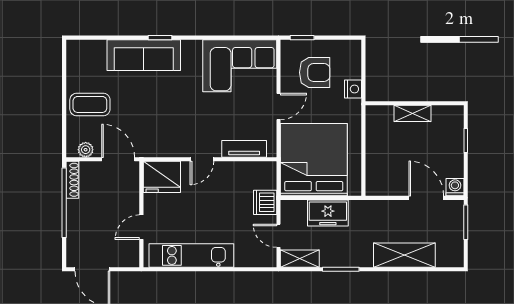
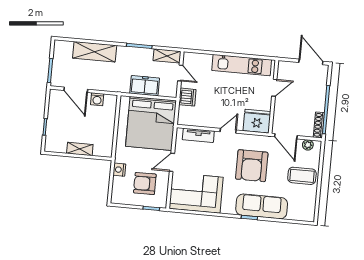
armchair: (163, 112) -> (252, 166), added
washing machine: (455, 187) -> (97, 99), moved

